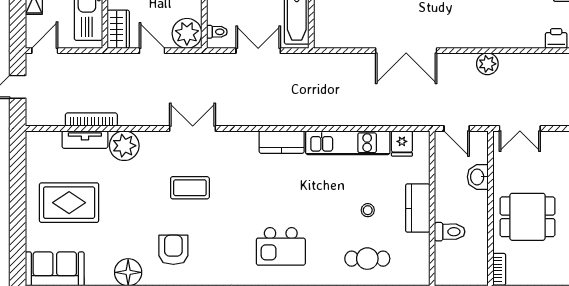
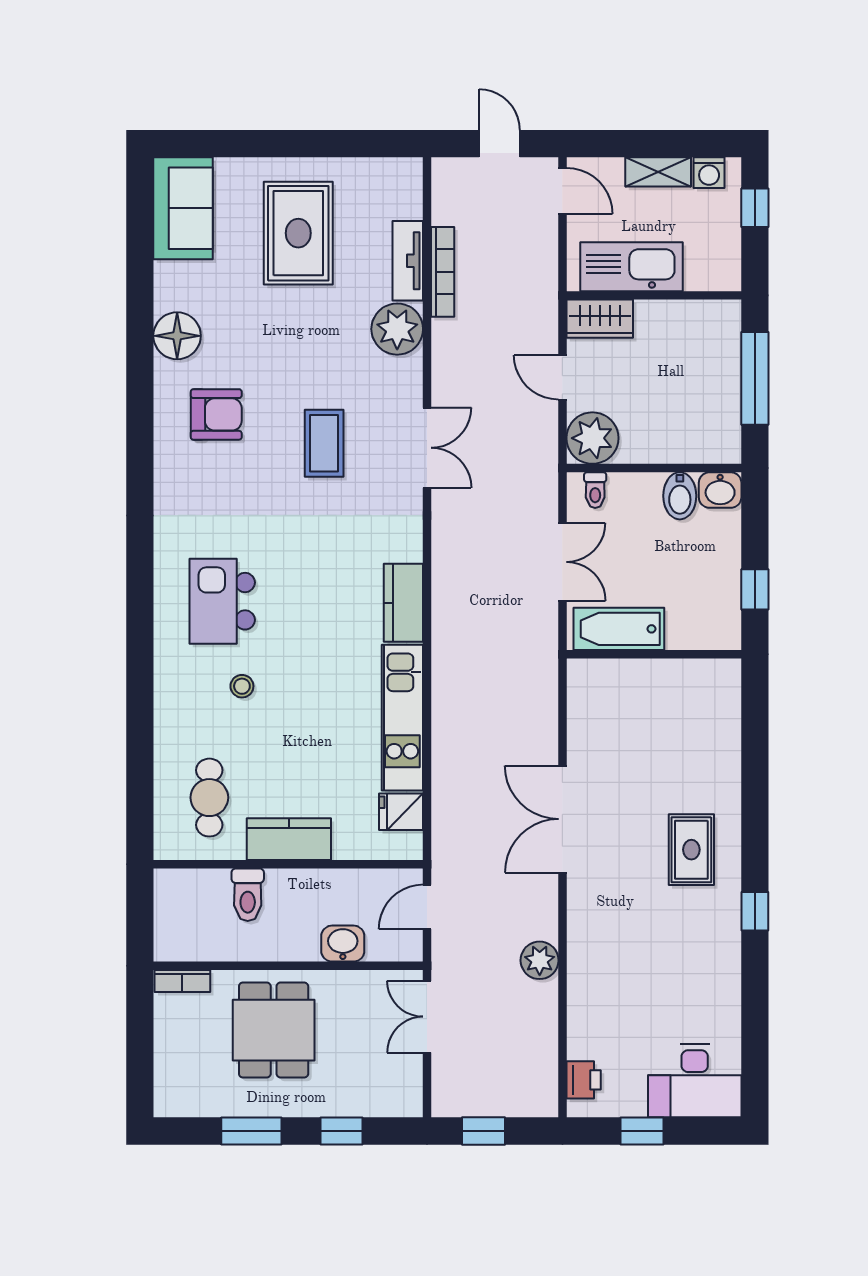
door: (152, 51) -> (562, 377), swing flipped
stool: (368, 210) -> (242, 686), moved
cafe table: (367, 259) -> (209, 798), moved

